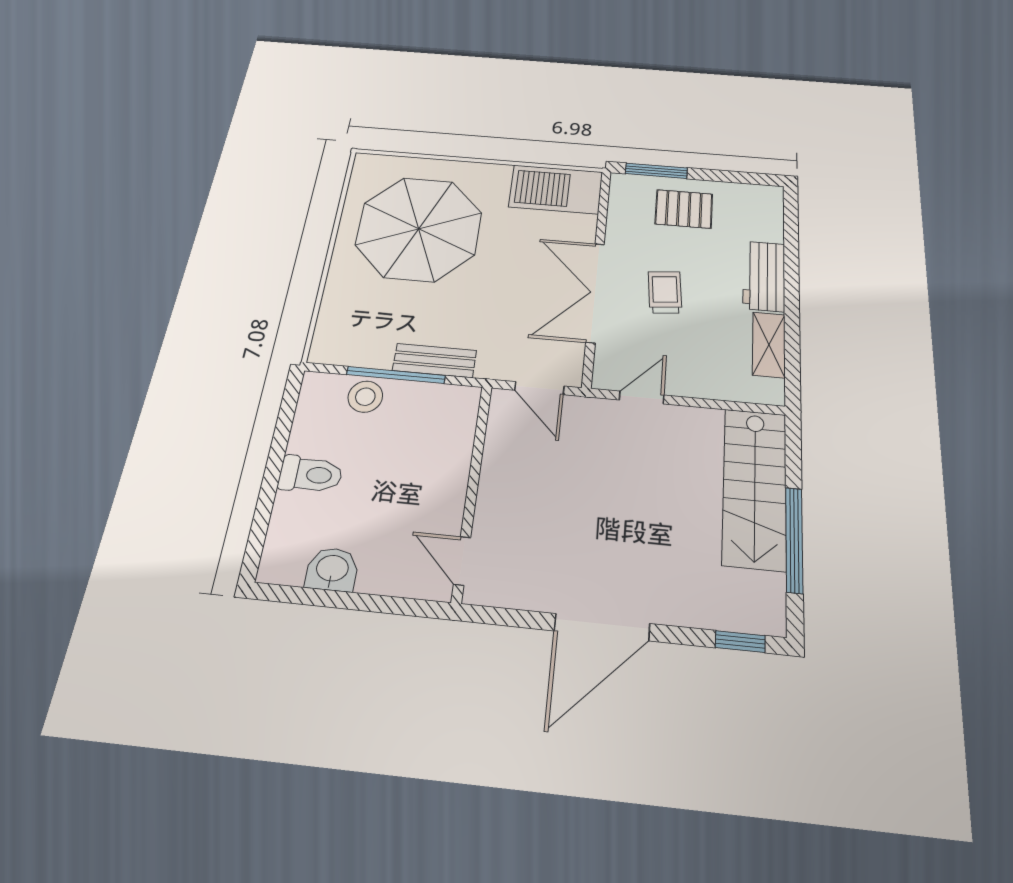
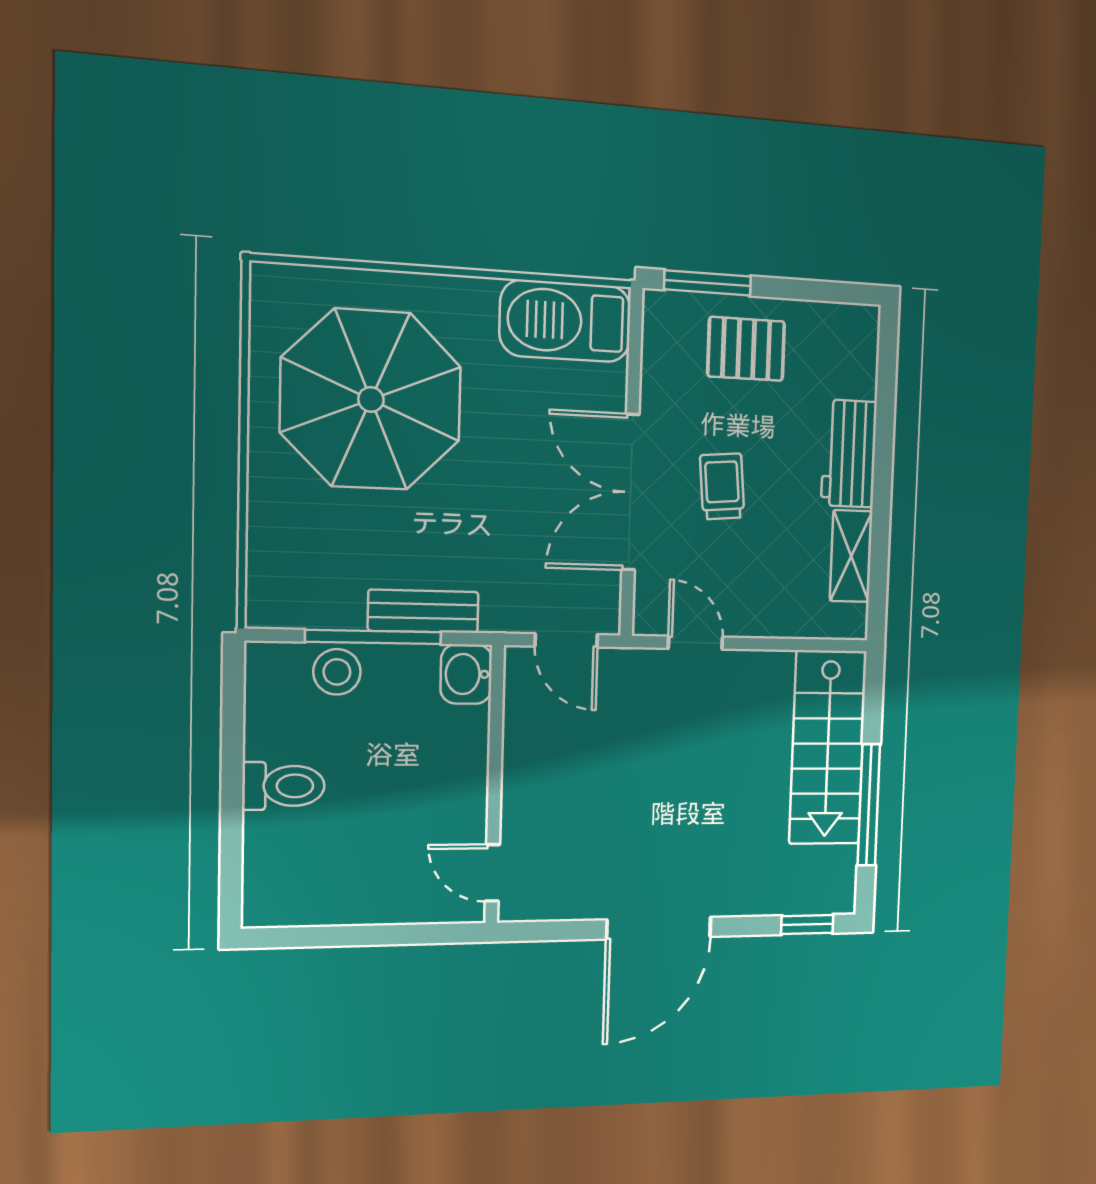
door: (642, 397) -> (695, 643), hinge flipped
washbasin: (332, 569) -> (466, 674), moved, turned -90

